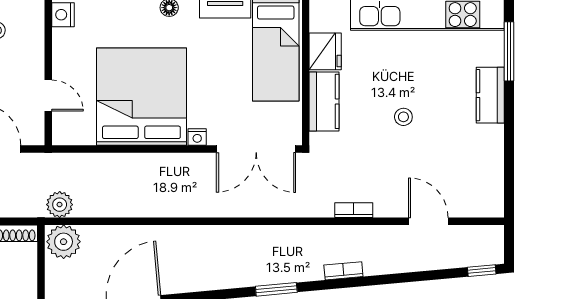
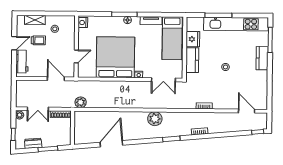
door: (48, 96) -> (76, 56), hinge flipped
double door: (256, 149) -> (163, 80), width x0.73
door: (428, 221) -> (247, 111), moved
plant: (64, 242) -> (155, 119), moved

